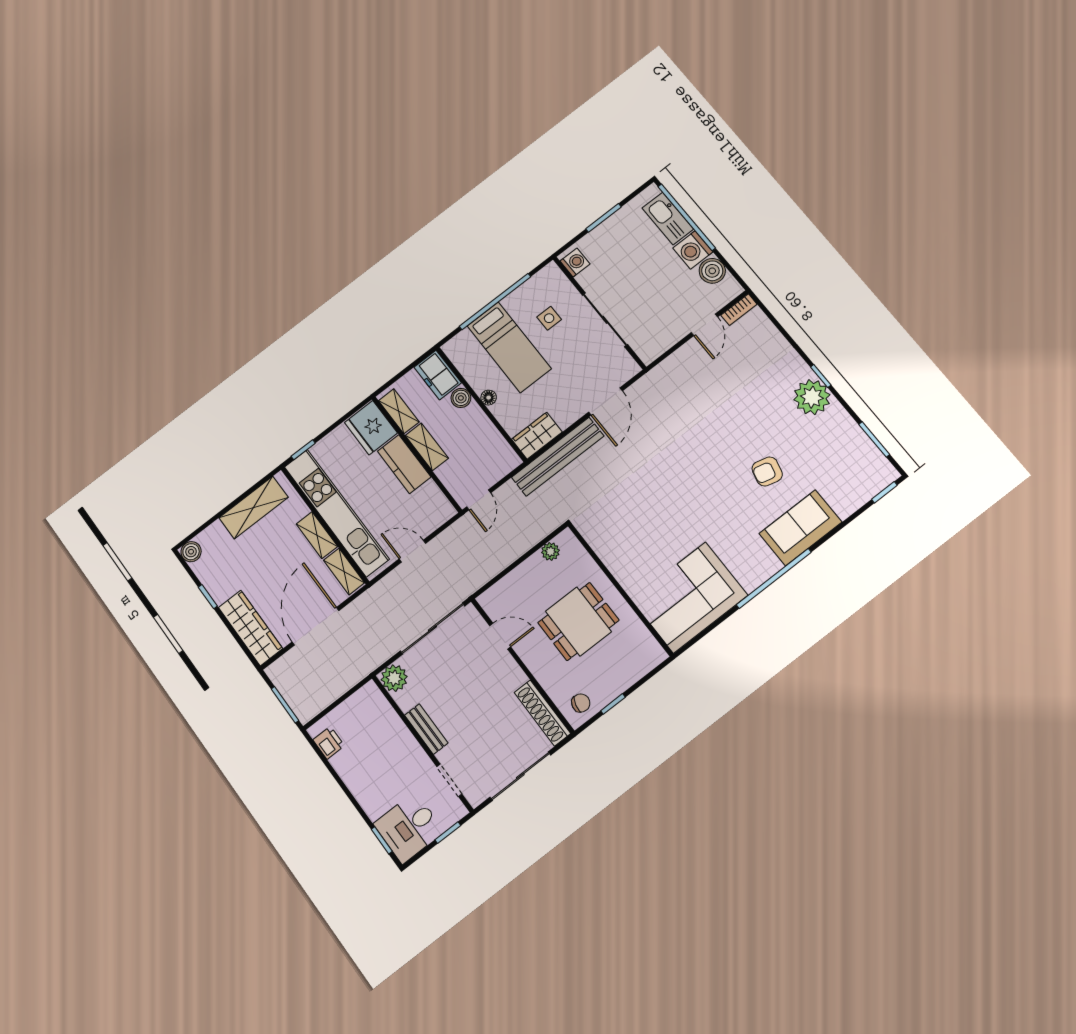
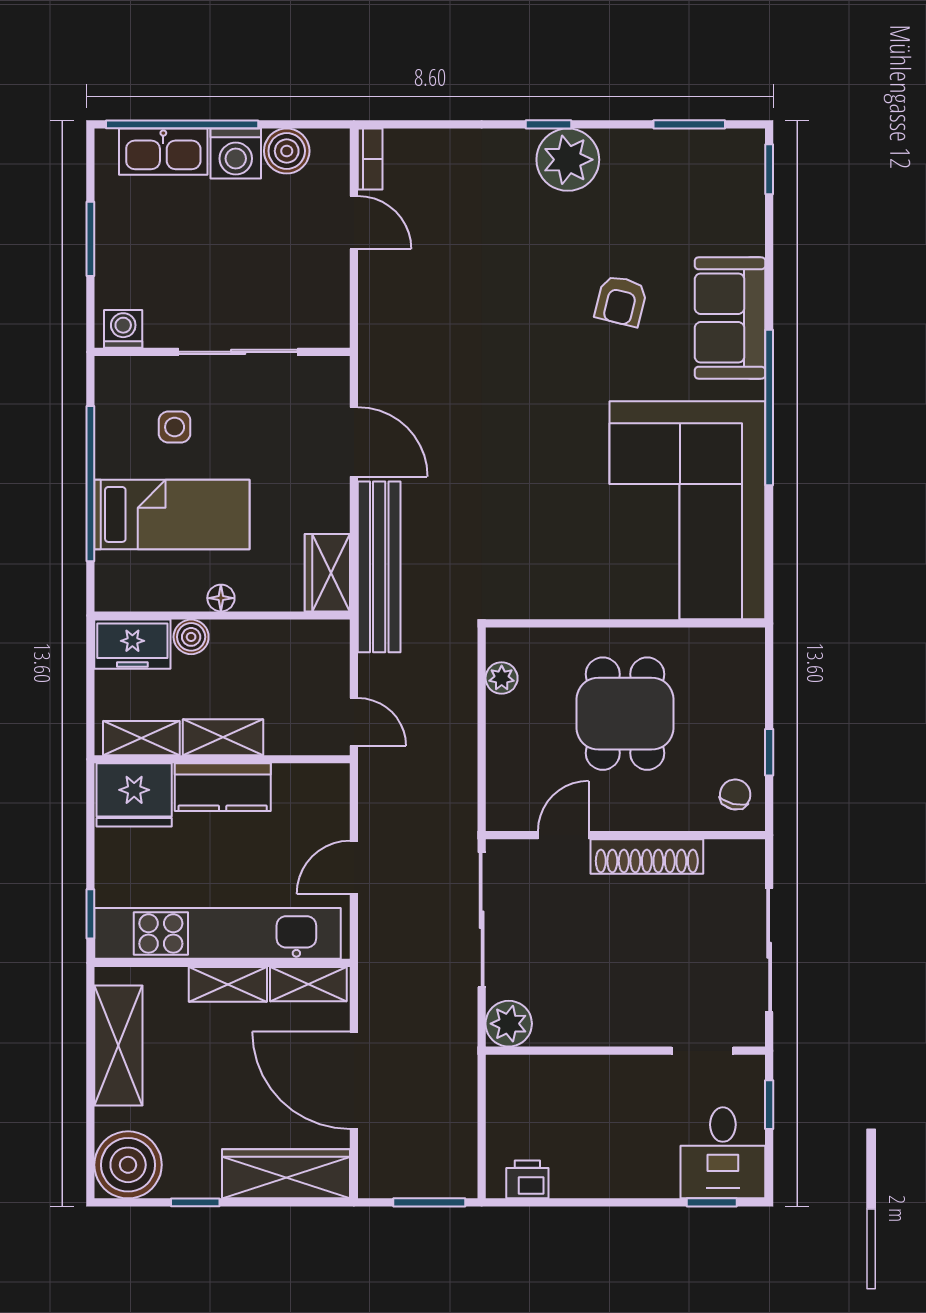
boiler: (191, 552) -> (128, 1165), width x1.86, depth x1.86
corner sofa: (689, 598) -> (687, 510), width x1.36, depth x1.36
shoe rack: (542, 713) -> (647, 856), moved
bench: (426, 729) -> (611, 1031), removed

